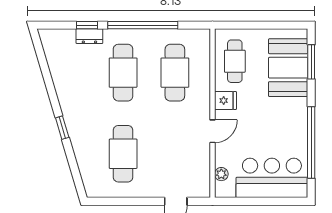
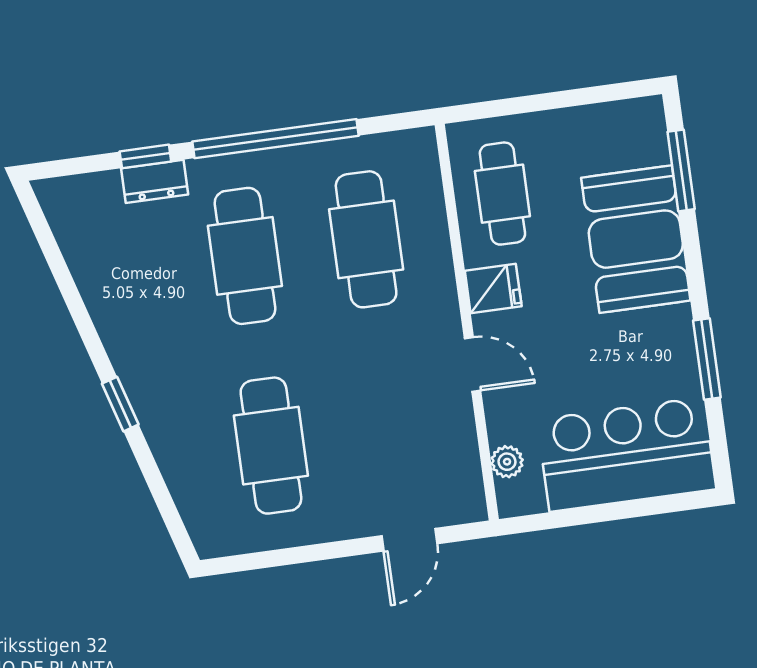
booth: (288, 68) -> (636, 239), moved
door: (212, 131) -> (473, 364), hinge flipped
window: (311, 142) -> (707, 359), width x0.47

